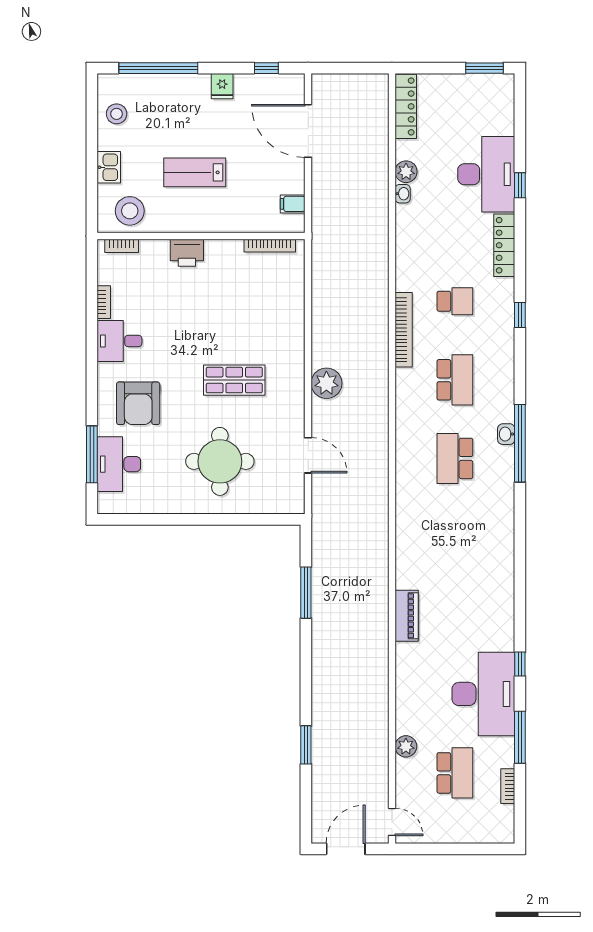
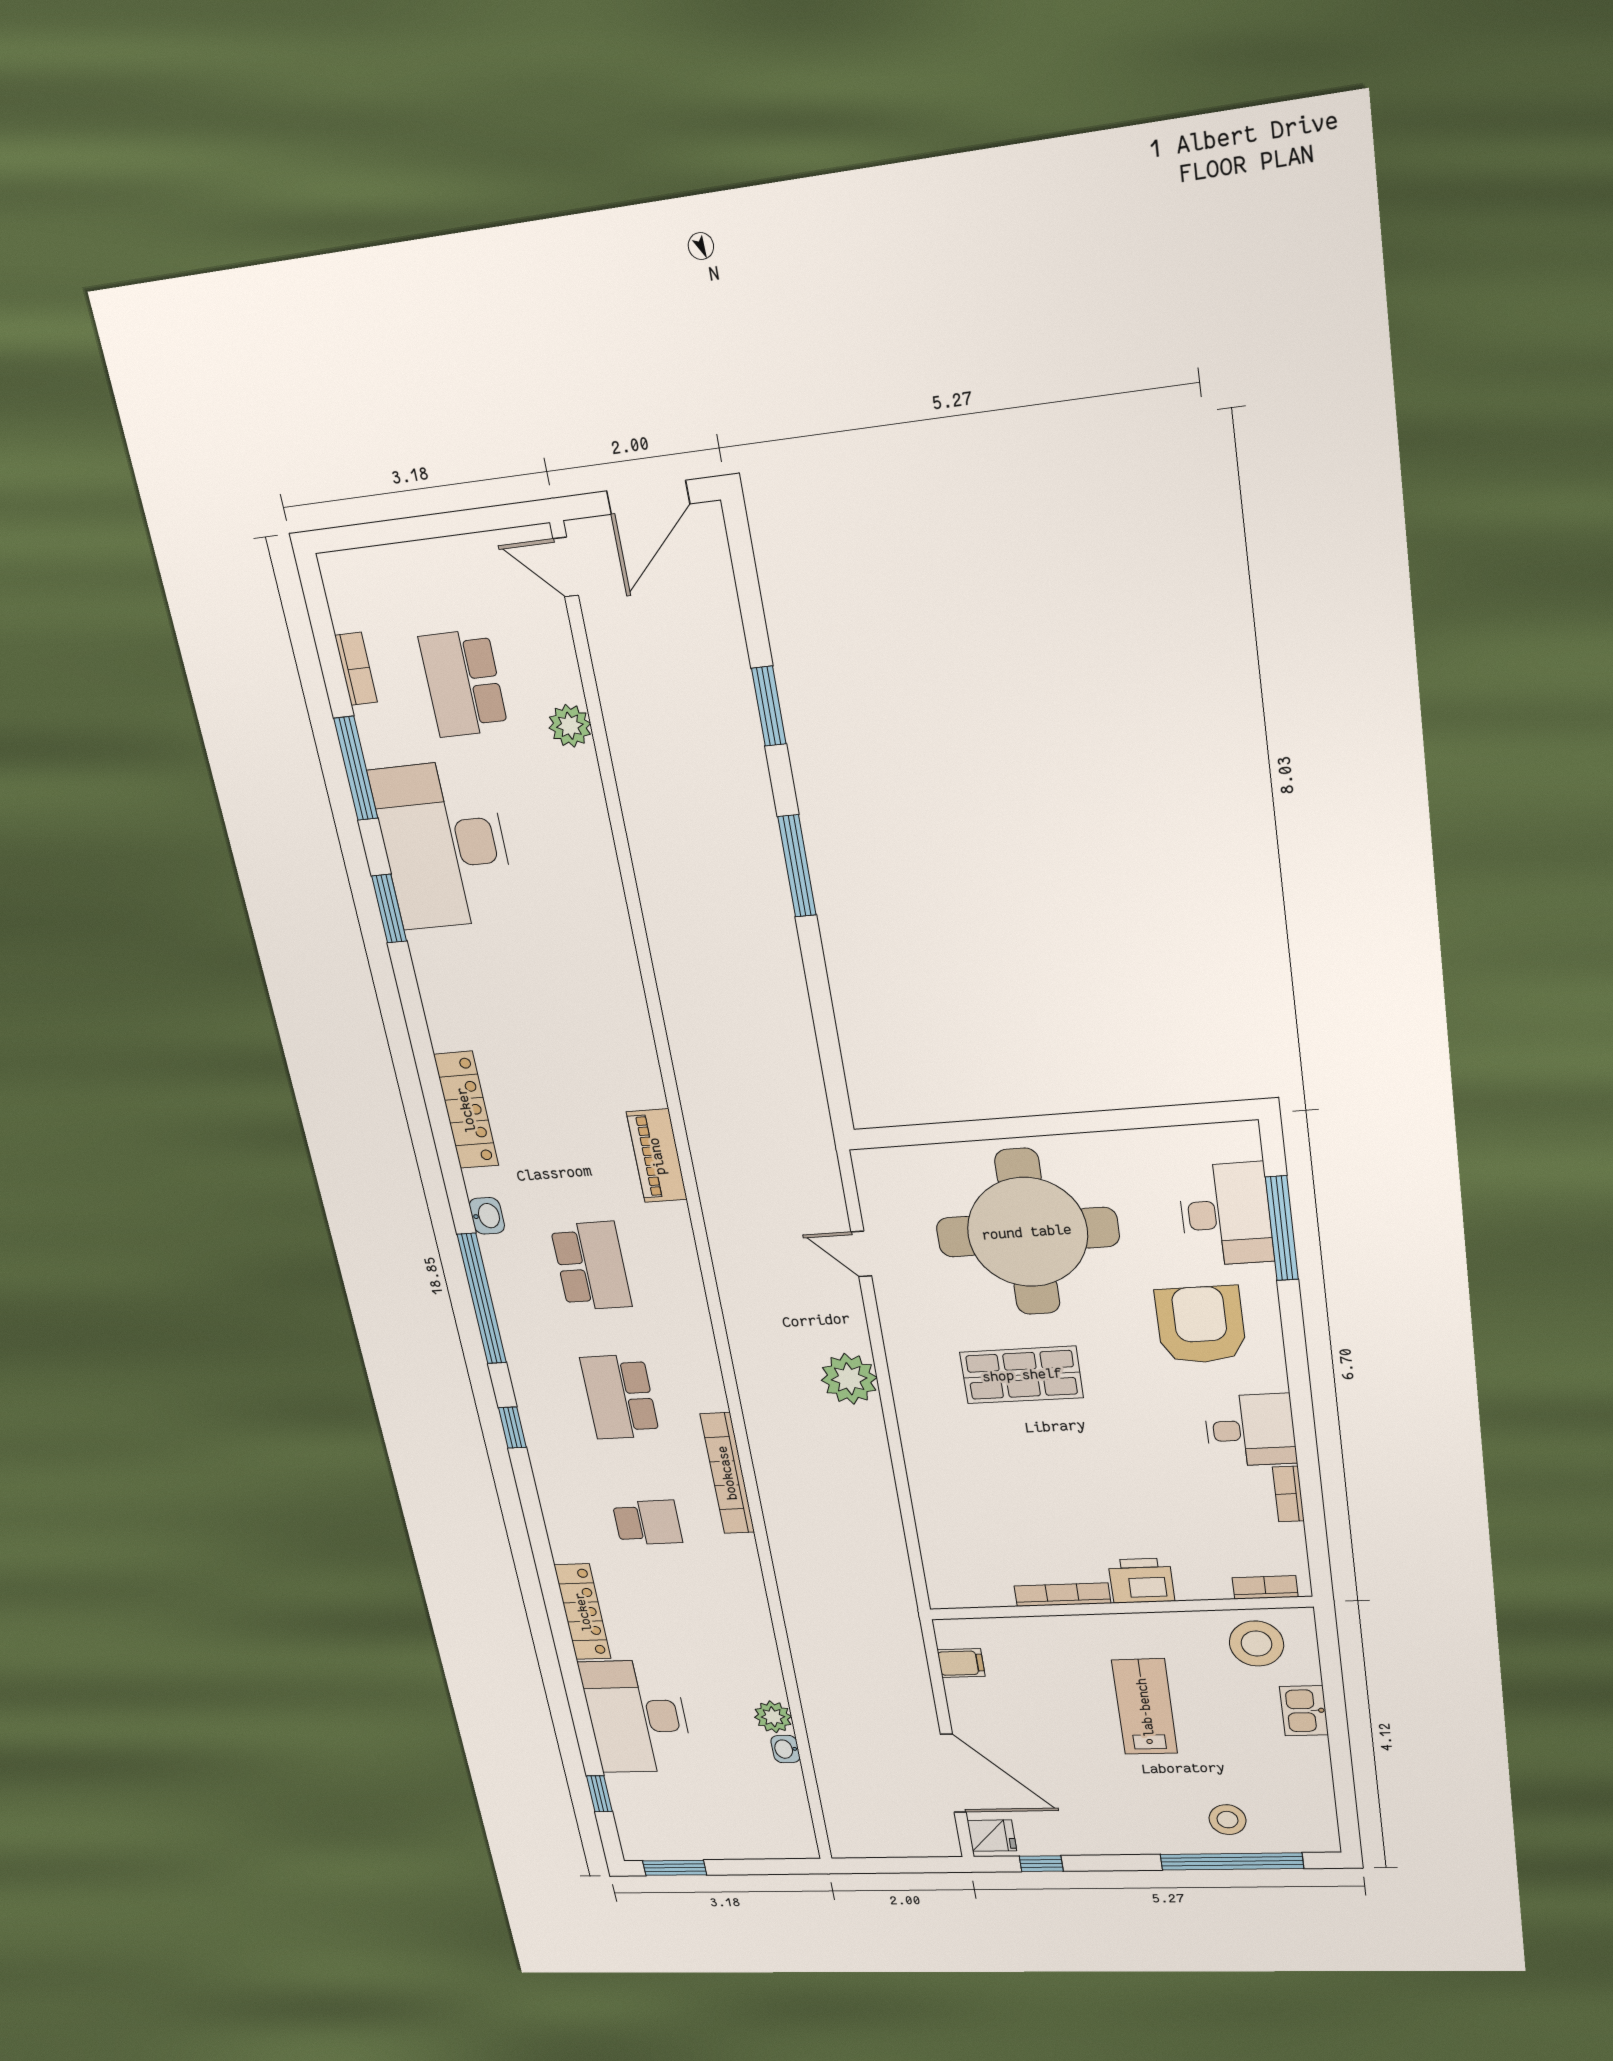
fridge: (222, 86) -> (992, 1836), moved, turned 90
locker: (406, 106) -> (466, 1110), moved, turned 180
stool: (117, 114) -> (1227, 1820), moved
lab bench: (195, 172) -> (1145, 1707), turned -90
window: (520, 185) -> (599, 1794), moved
washbasin: (403, 194) -> (785, 1749), moved
bookcase: (270, 246) -> (1062, 1595), moved
school desk: (455, 301) -> (647, 1523), turned 180
window: (520, 315) -> (512, 1428), moved
washbasin: (506, 434) -> (487, 1216), moved
door: (308, 455) -> (861, 1254), width x0.73
round table: (220, 461) -> (1027, 1232), width x1.36, depth x1.36
window: (306, 593) -> (797, 866), moved
piano: (407, 616) -> (657, 1156), moved
window: (520, 664) -> (389, 909), width x1.50

